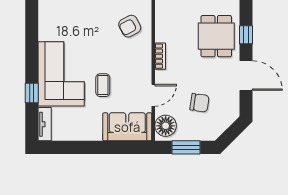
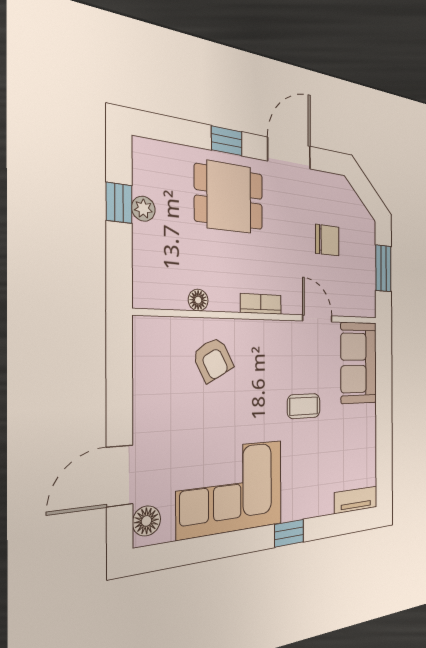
corner sofa: (61, 74) -> (231, 488), moved
window: (32, 93) -> (289, 533), moved
chair: (199, 103) -> (327, 240), turned 82
floor lamp: (166, 126) -> (198, 300), moved, width x0.53, depth x0.53

